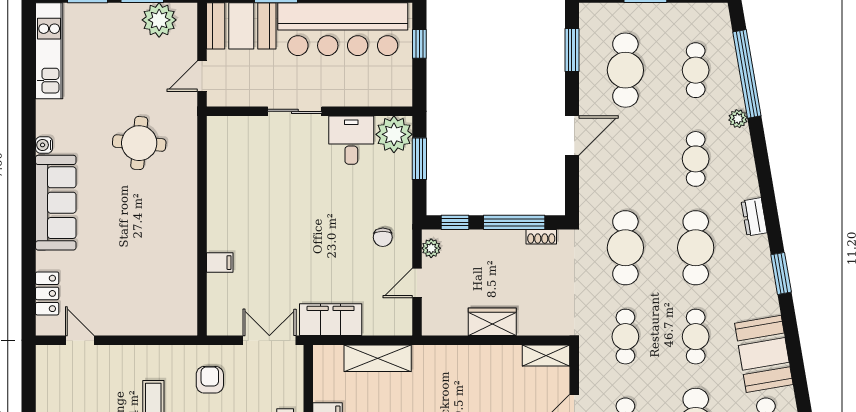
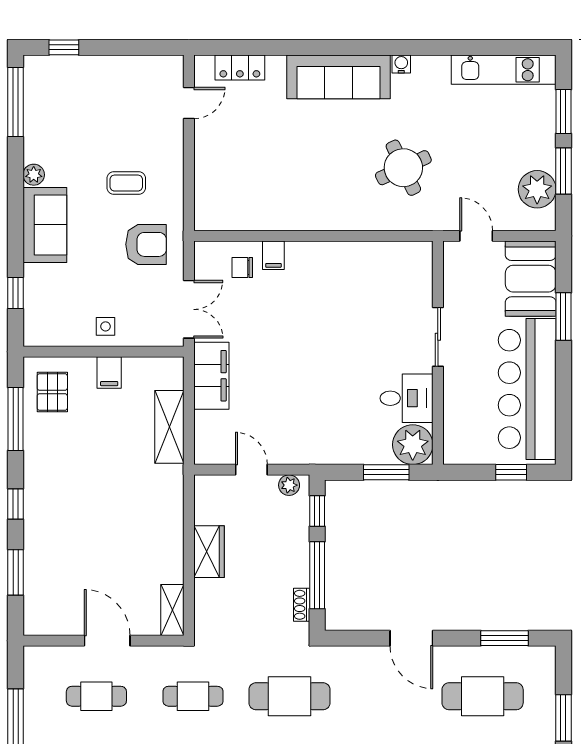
round table: (139, 143) -> (403, 168), turned -30
chair: (383, 237) -> (242, 267), moved
armchair: (210, 380) -> (146, 244), width x1.38, depth x1.38

